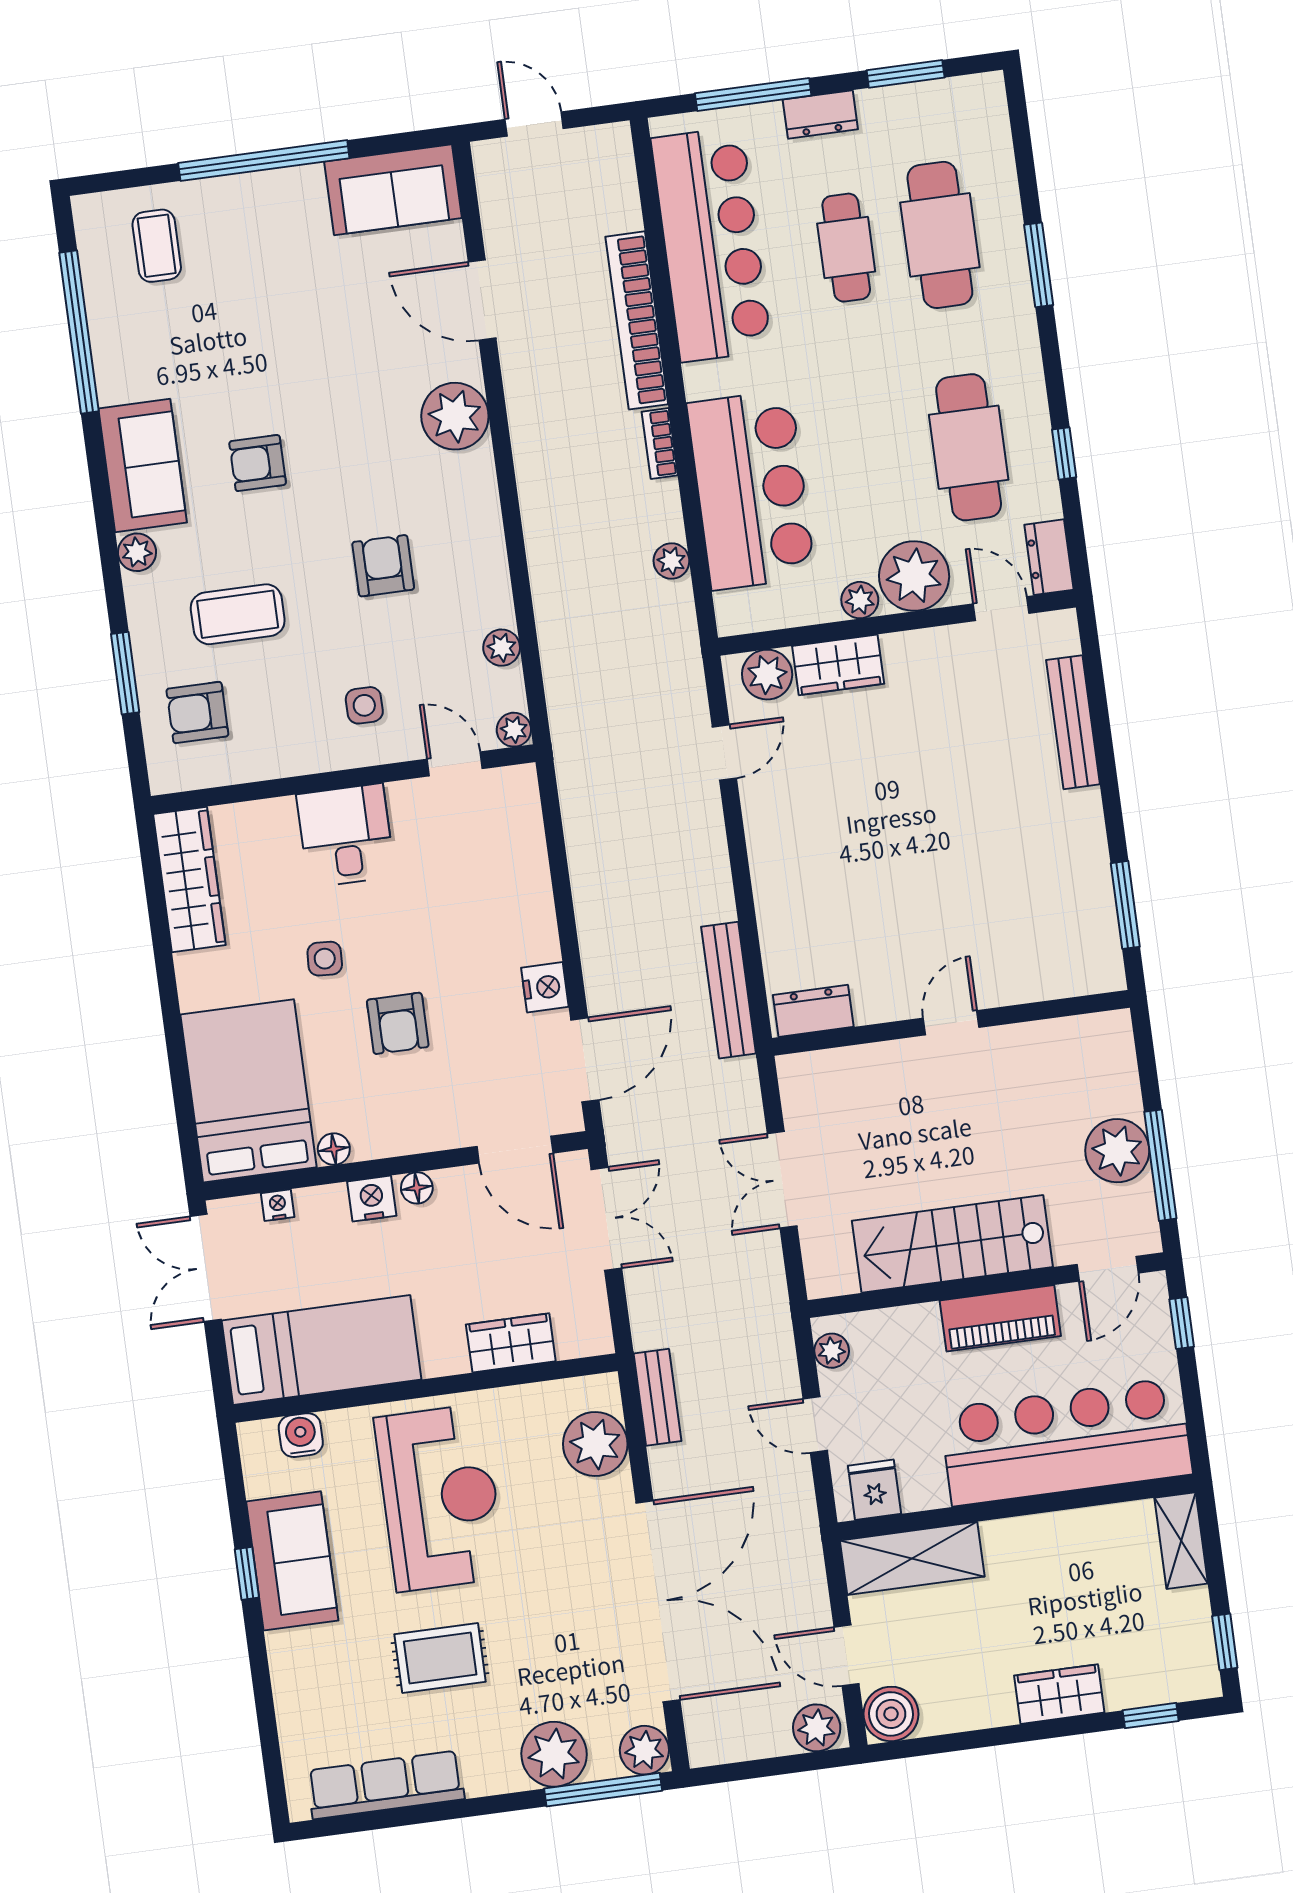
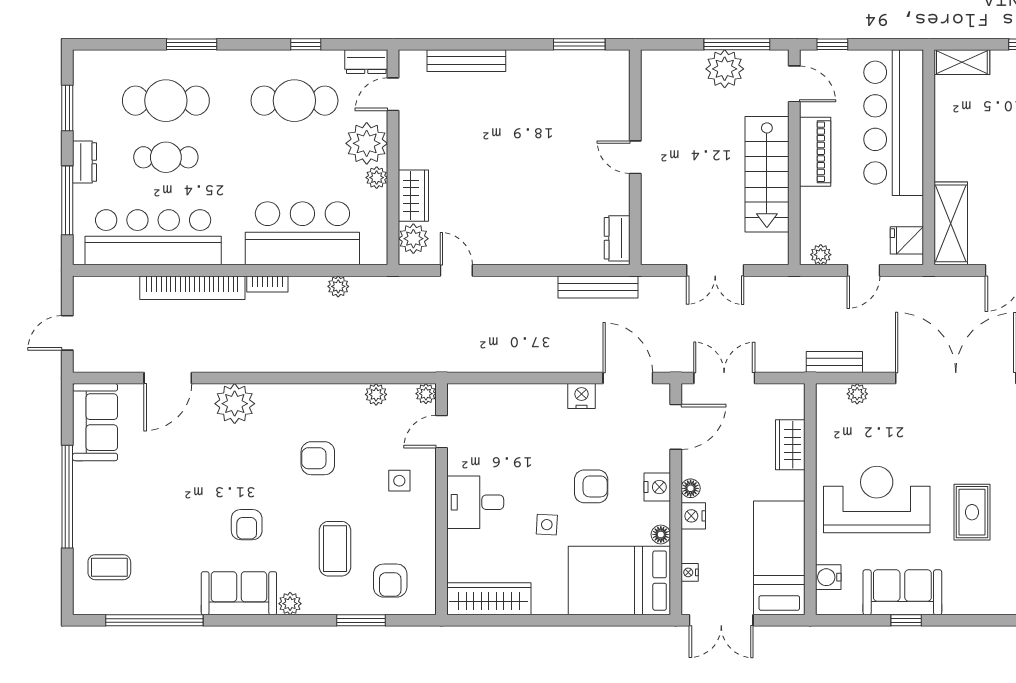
nightstand: (411, 1133) -> (657, 487), added
plant: (595, 1444) -> (857, 394), width x0.53, depth x0.53

